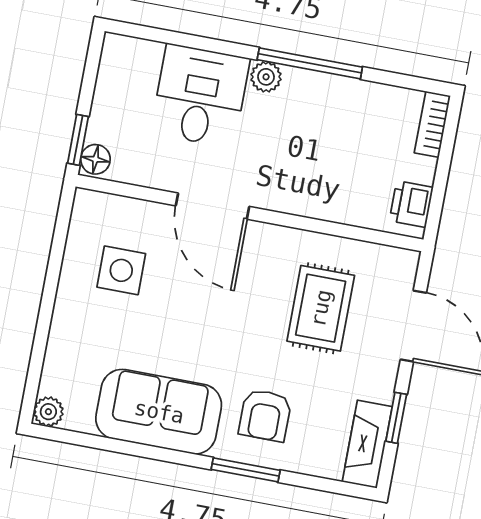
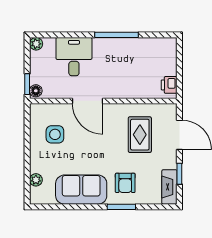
plant: (266, 77) -> (36, 44), moved
bookcase: (432, 124) -> (172, 50), removed
plant: (48, 412) -> (36, 180), moved

